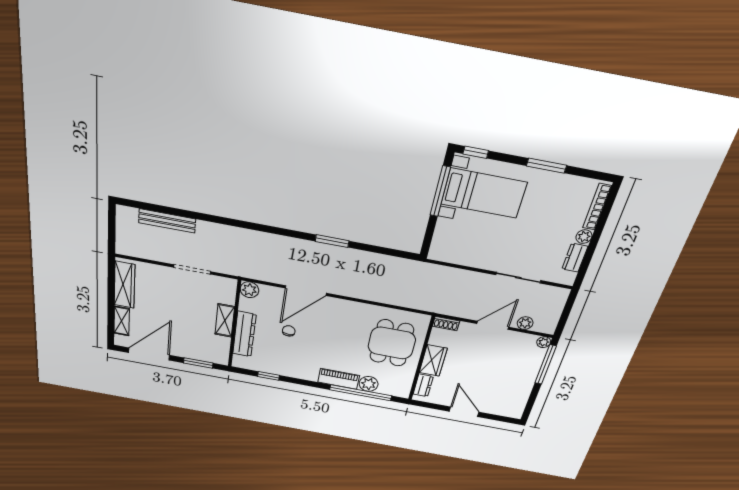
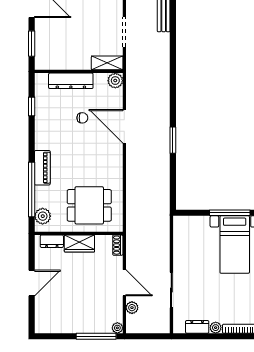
shelving: (225, 321) -> (107, 63), moved
plant: (369, 384) -> (43, 216), moved

